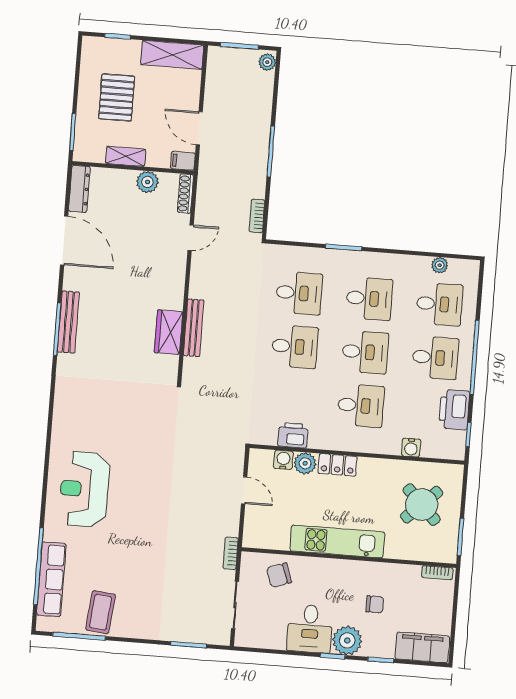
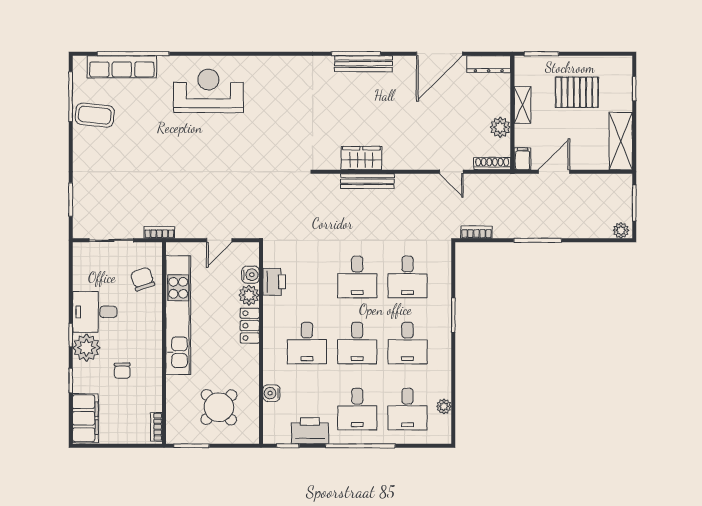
kitchen unit: (337, 541) -> (178, 315), width x1.36

